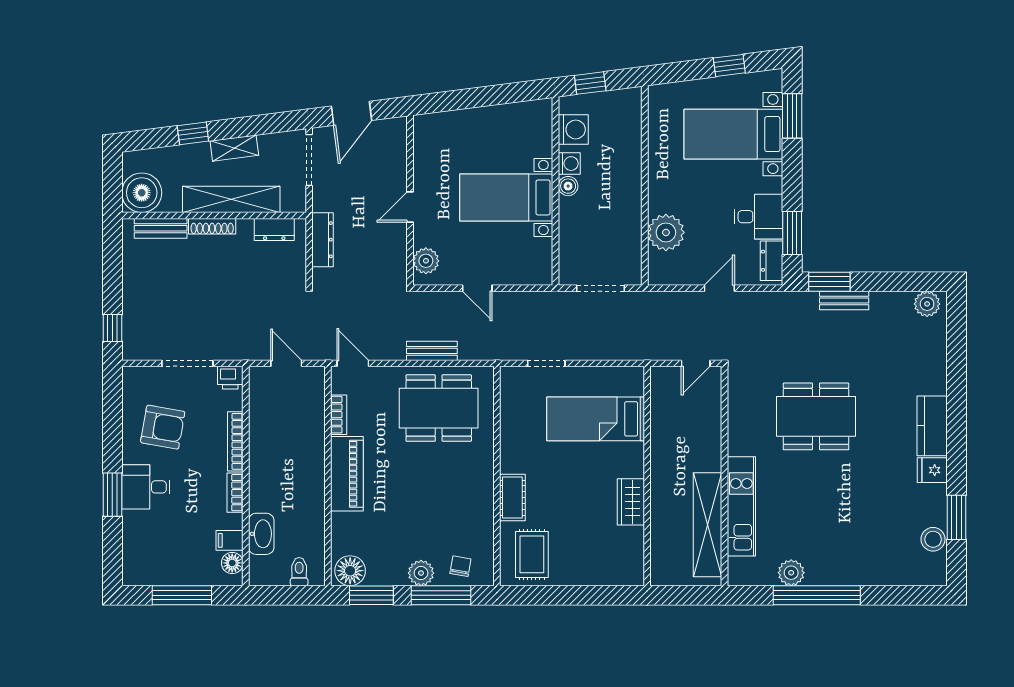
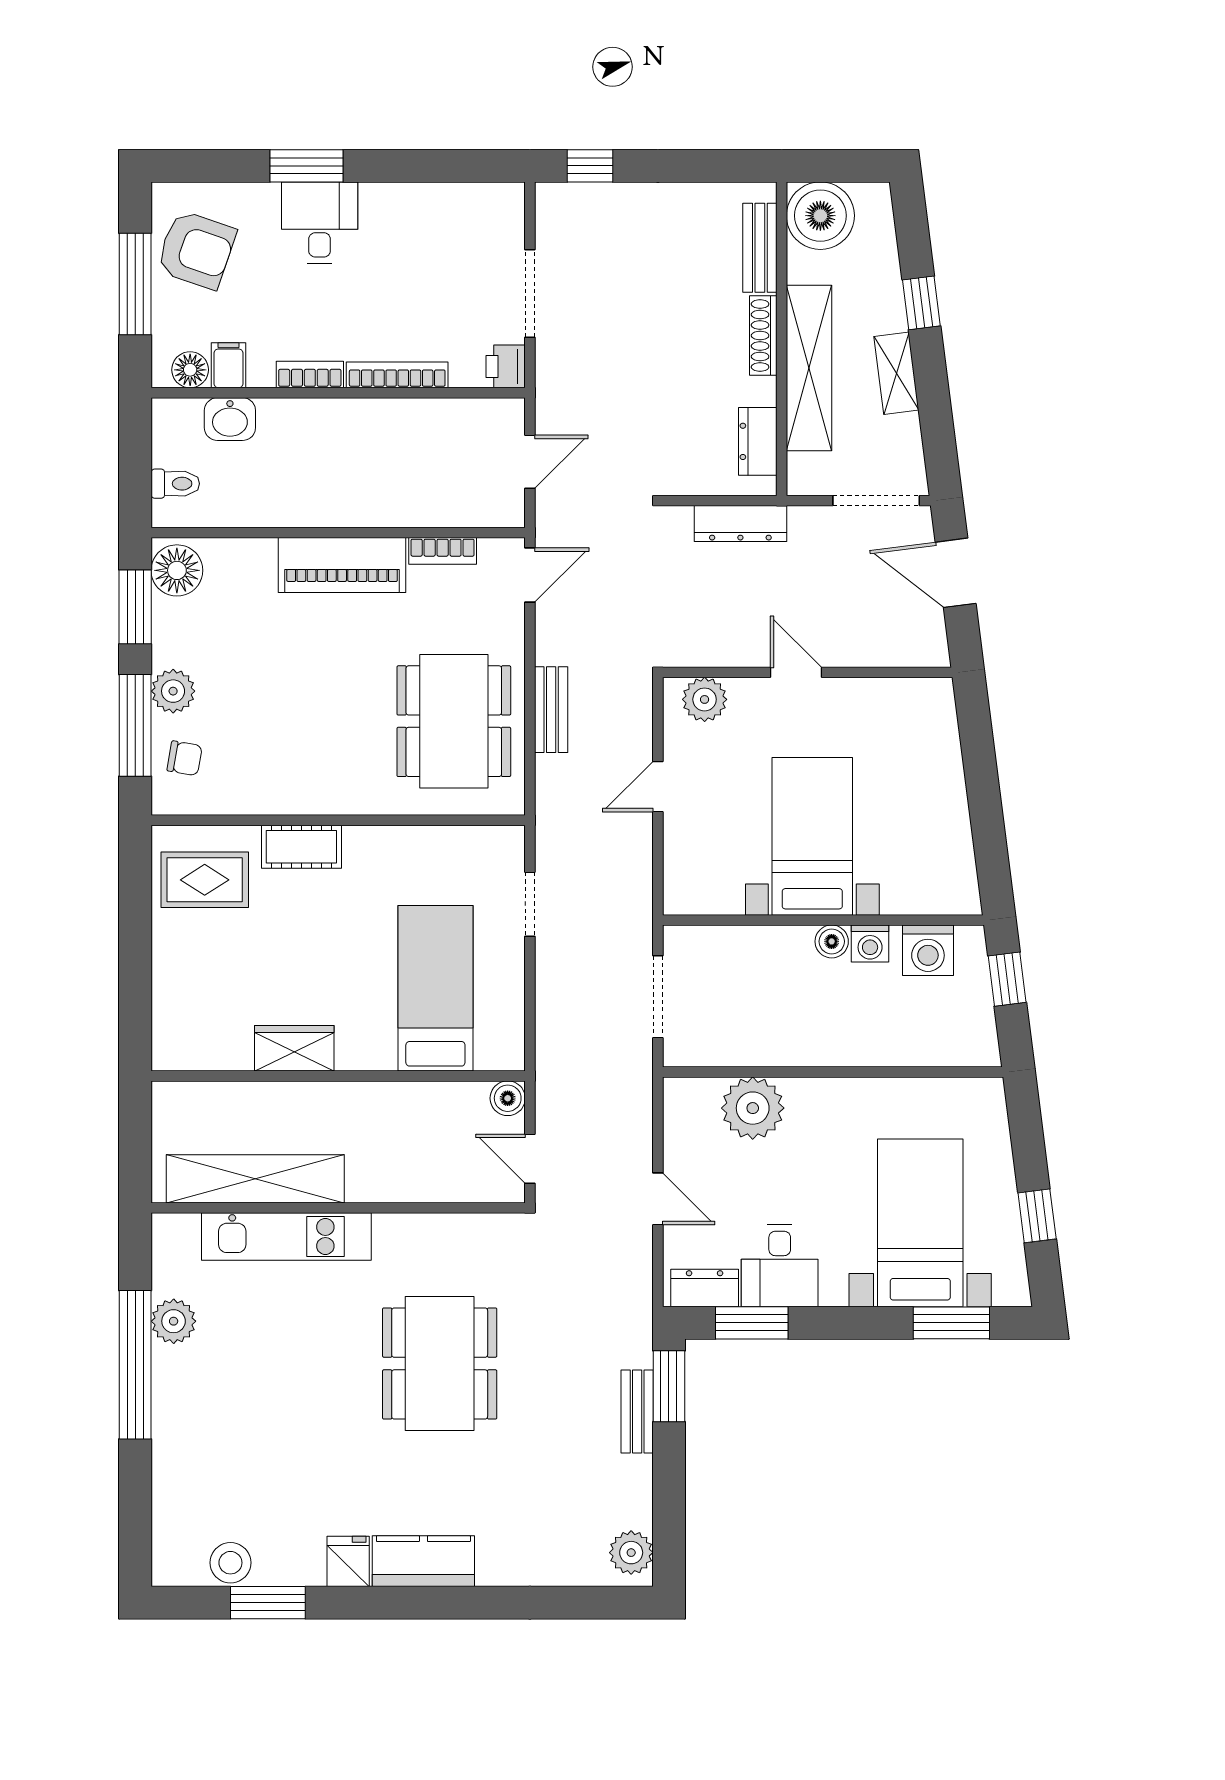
boiler: (660, 376) -> (508, 1098), added
armchair: (163, 427) -> (196, 250), moved, turned -81
washbasin: (261, 534) -> (230, 419), width x0.72

